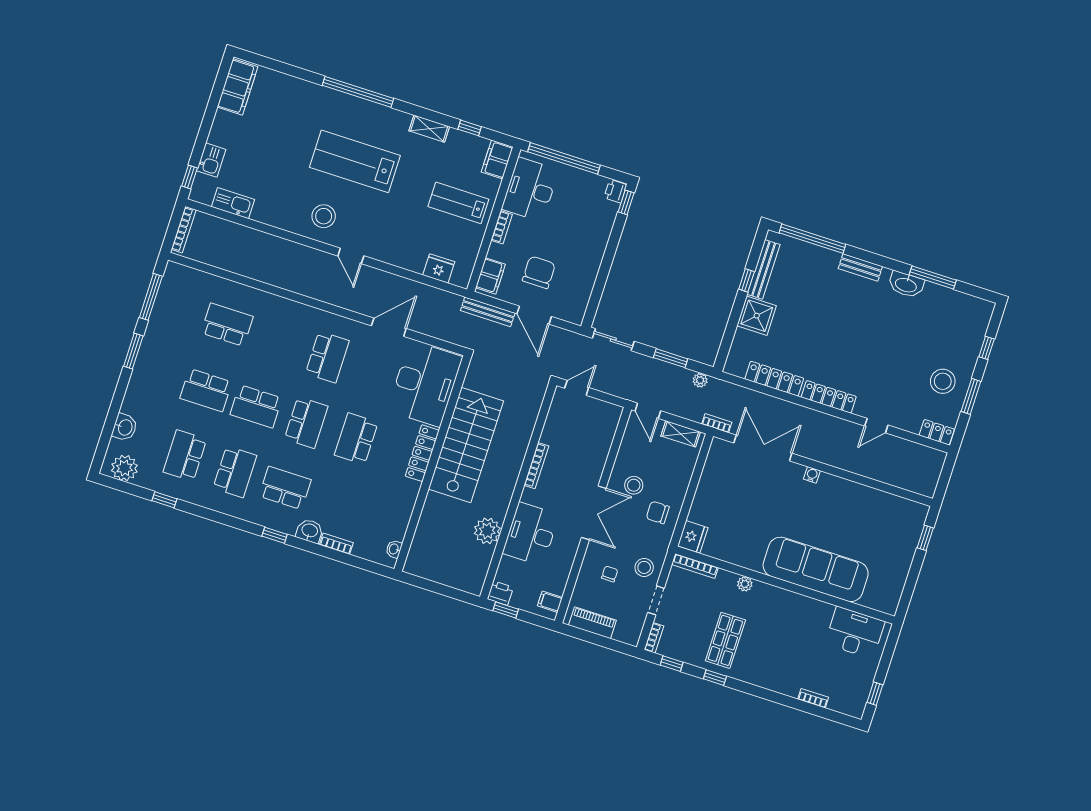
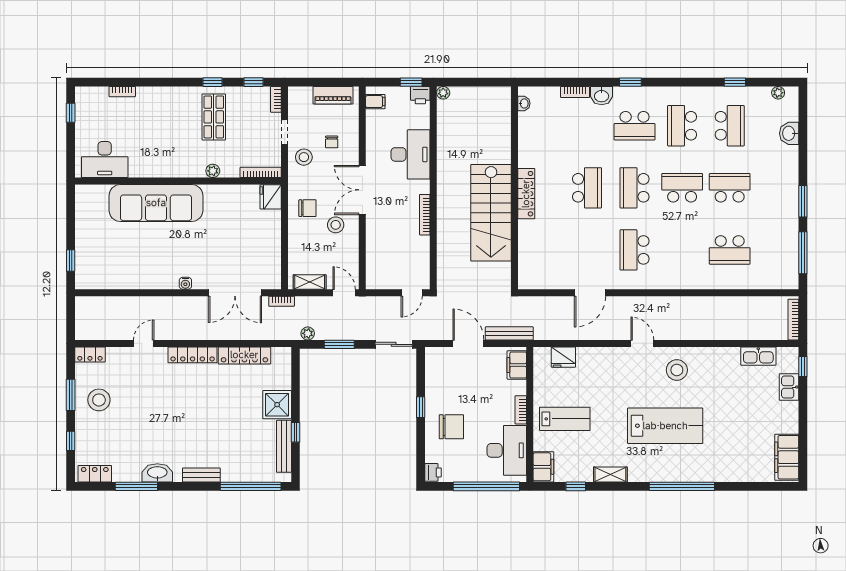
window: (626, 202) -> (421, 407), moved
chair: (539, 272) -> (451, 427), moved, turned -90
locker: (972, 305) -> (95, 474), added
desk: (425, 384) -> (543, 254), removed
plant: (124, 468) -> (778, 93), width x0.53, depth x0.53
plant: (487, 531) -> (443, 93), moved, width x0.53, depth x0.53

